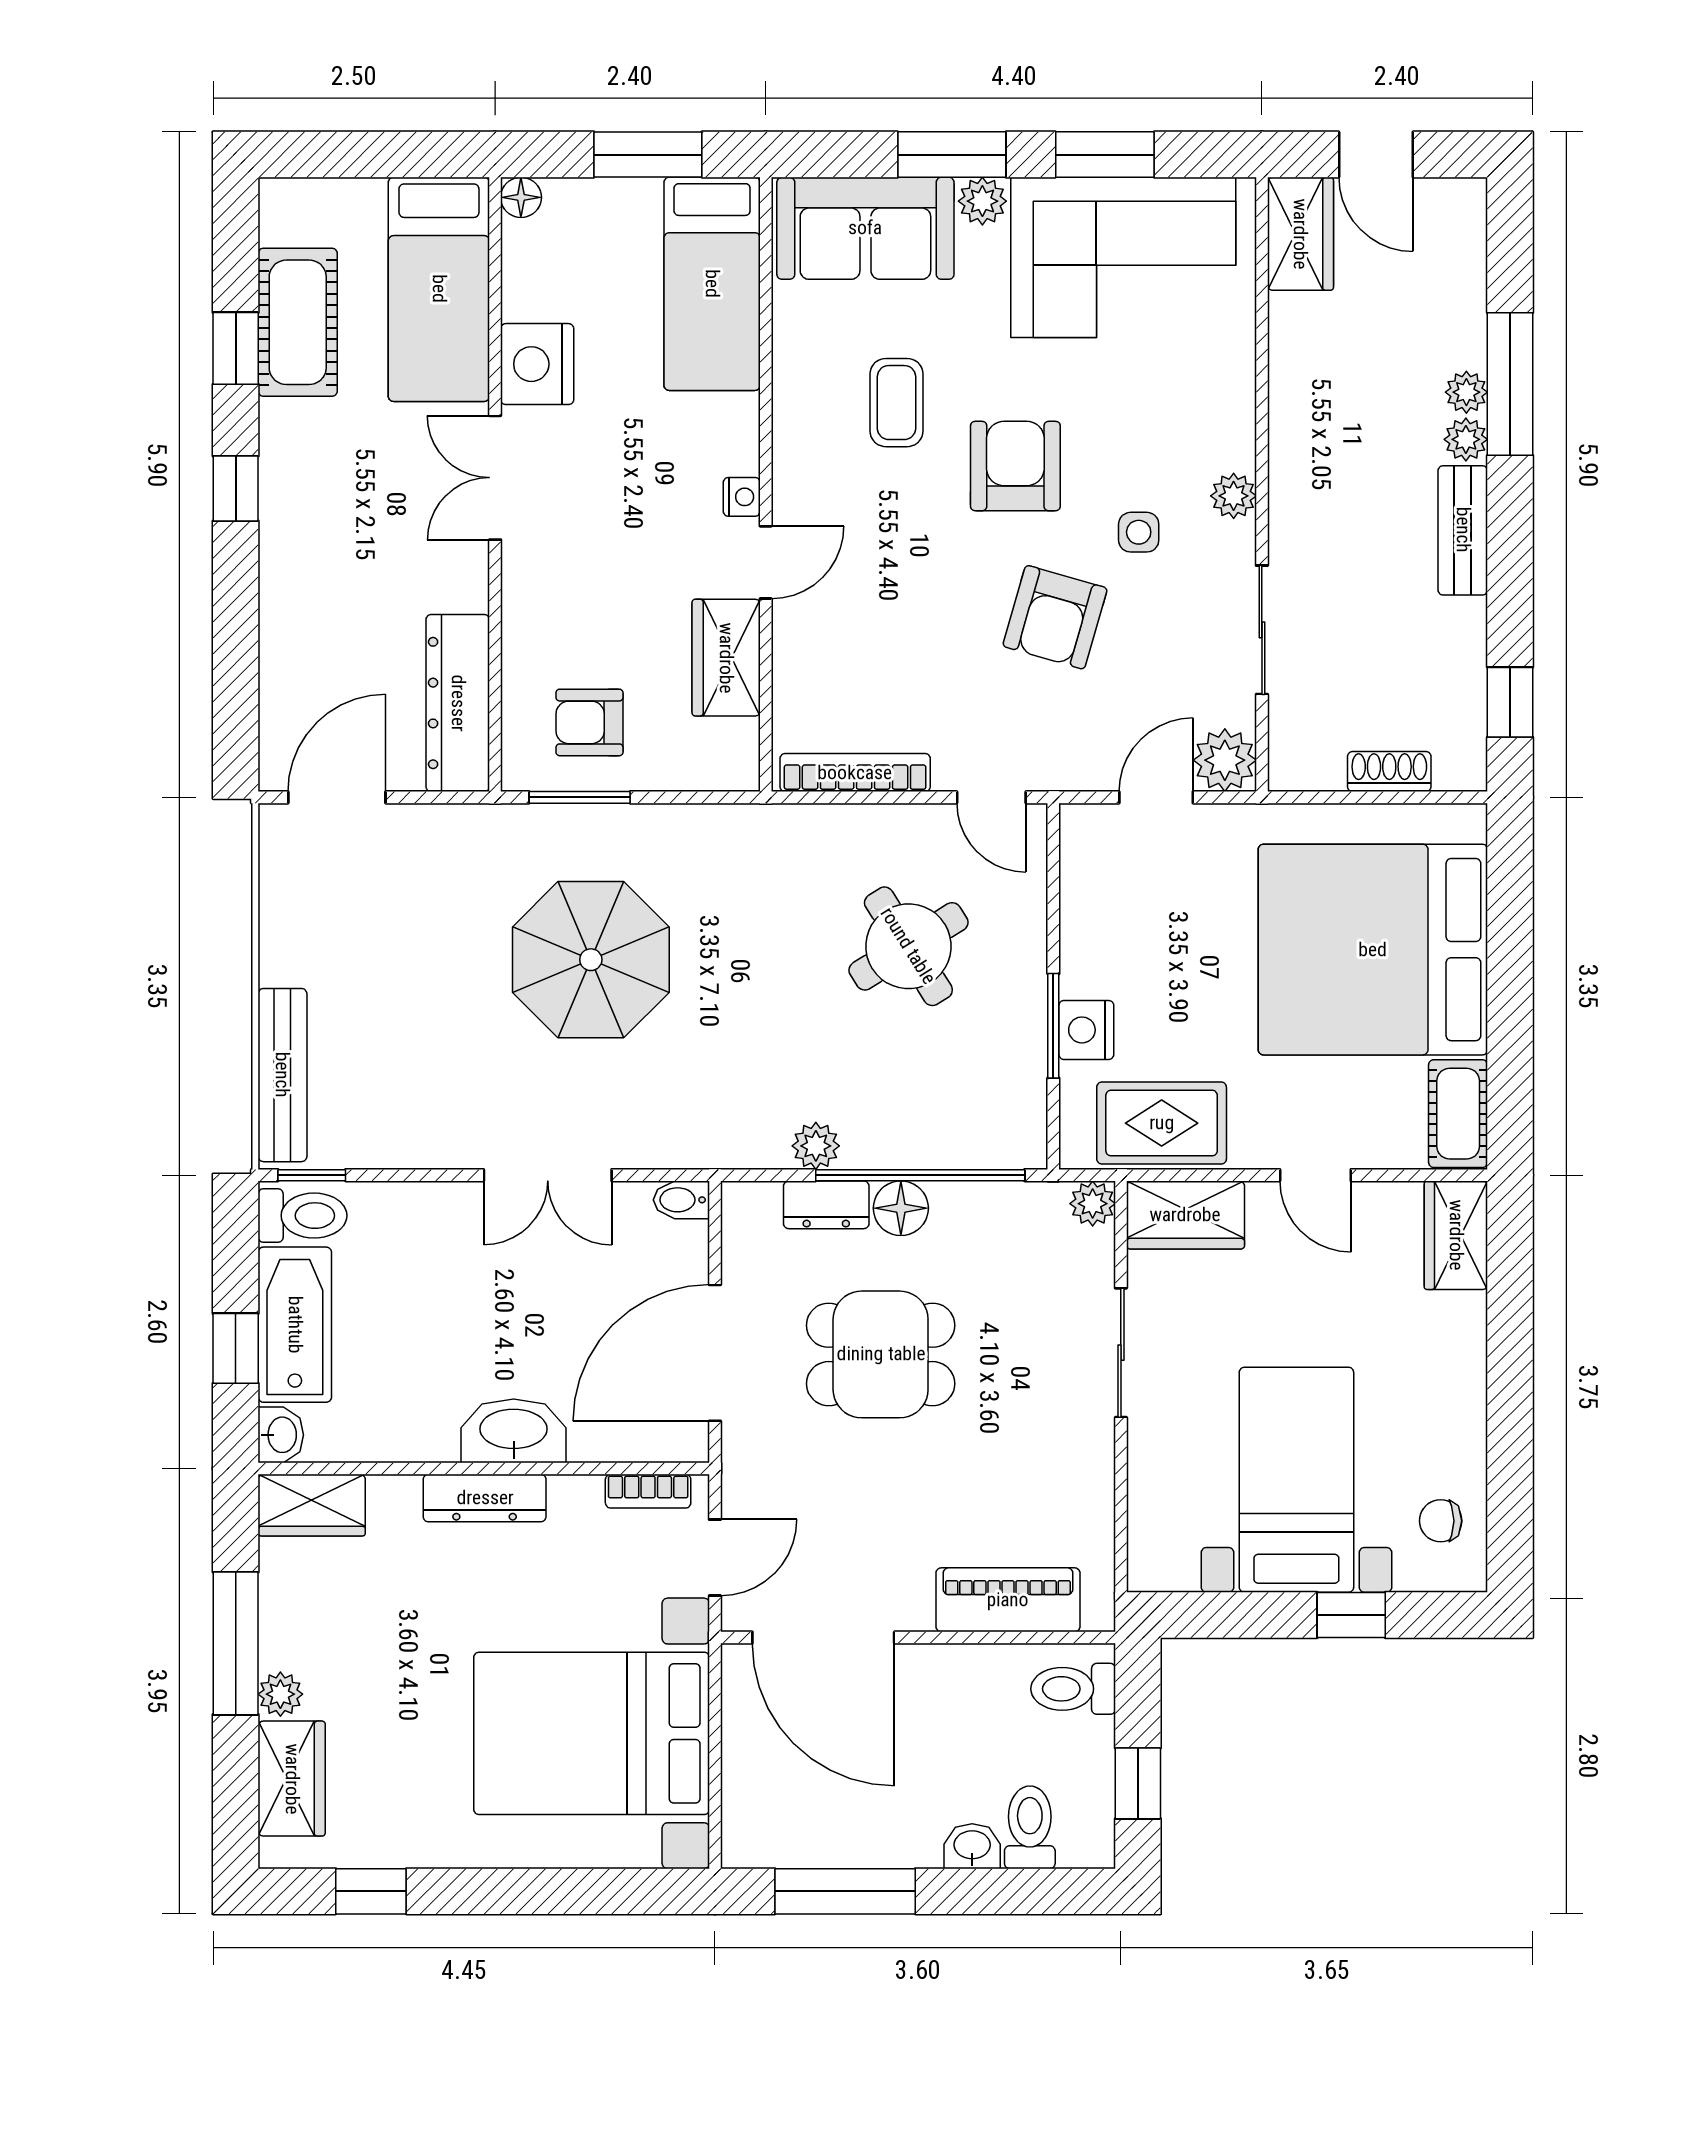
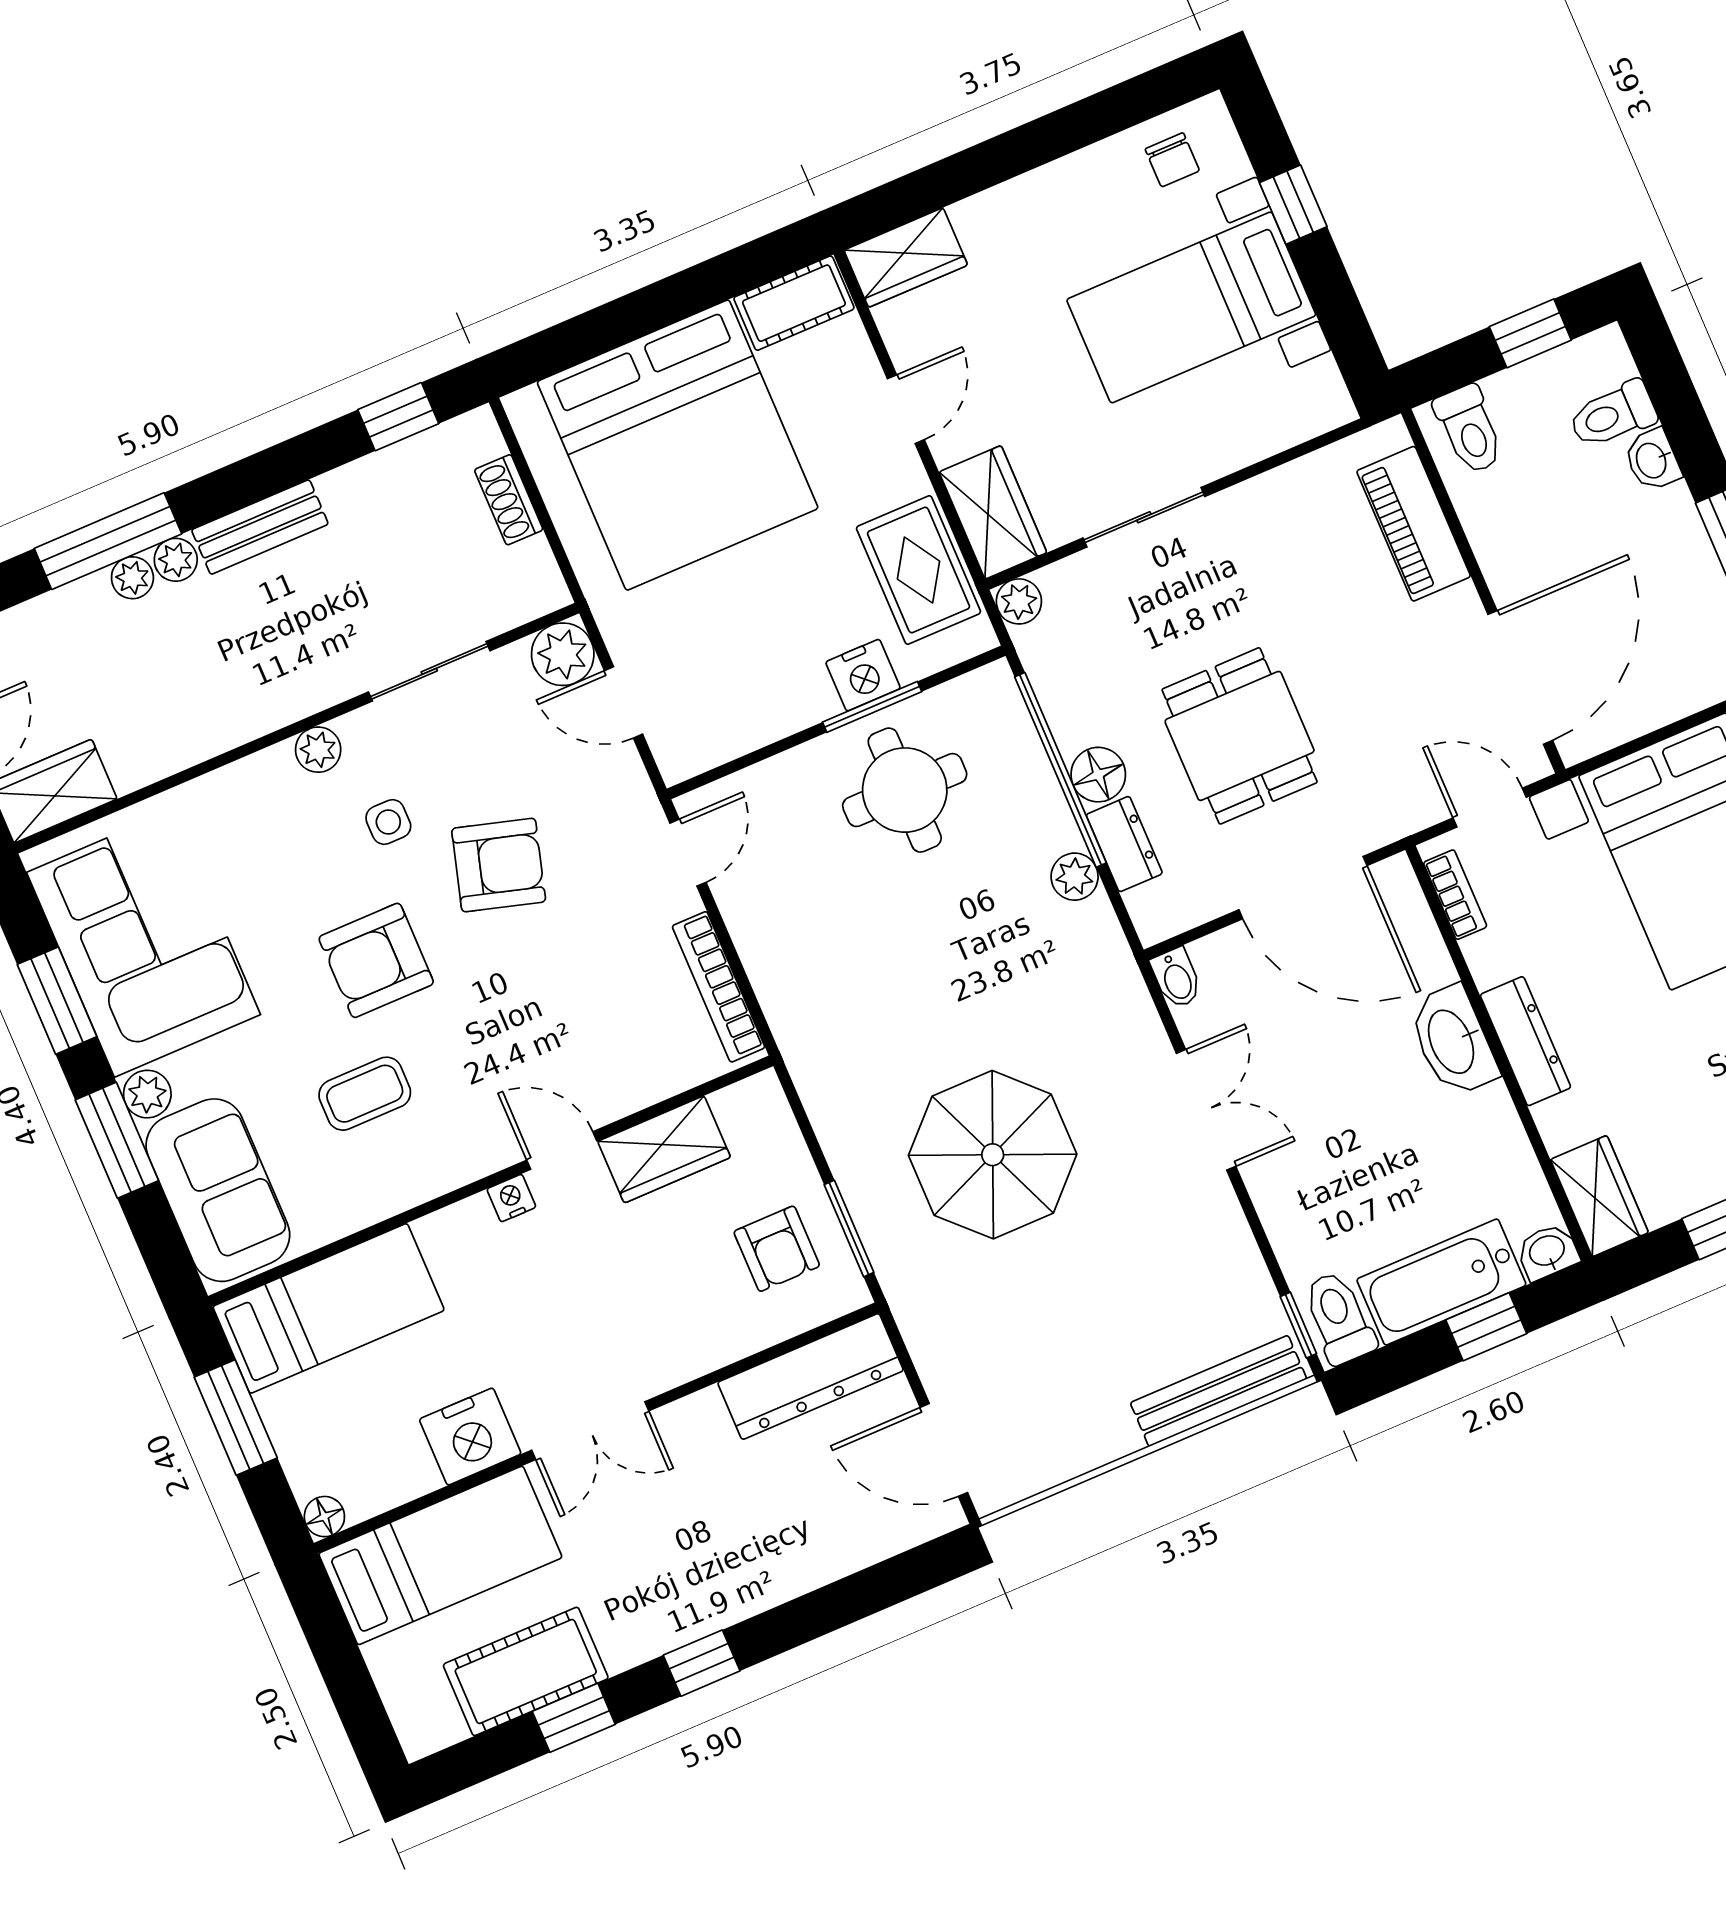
round table: (908, 946) -> (905, 790), moved, turned 32

